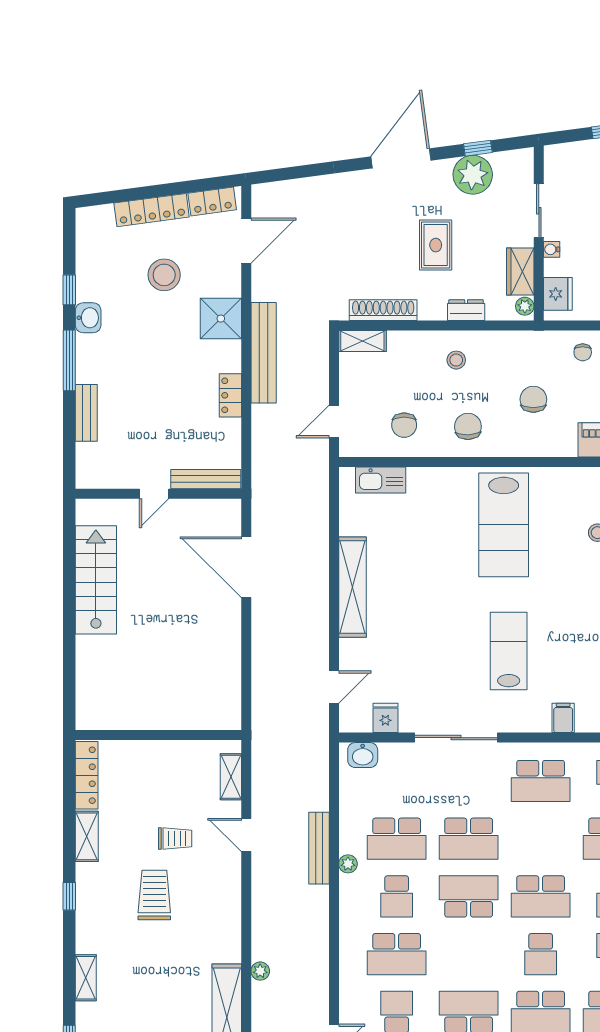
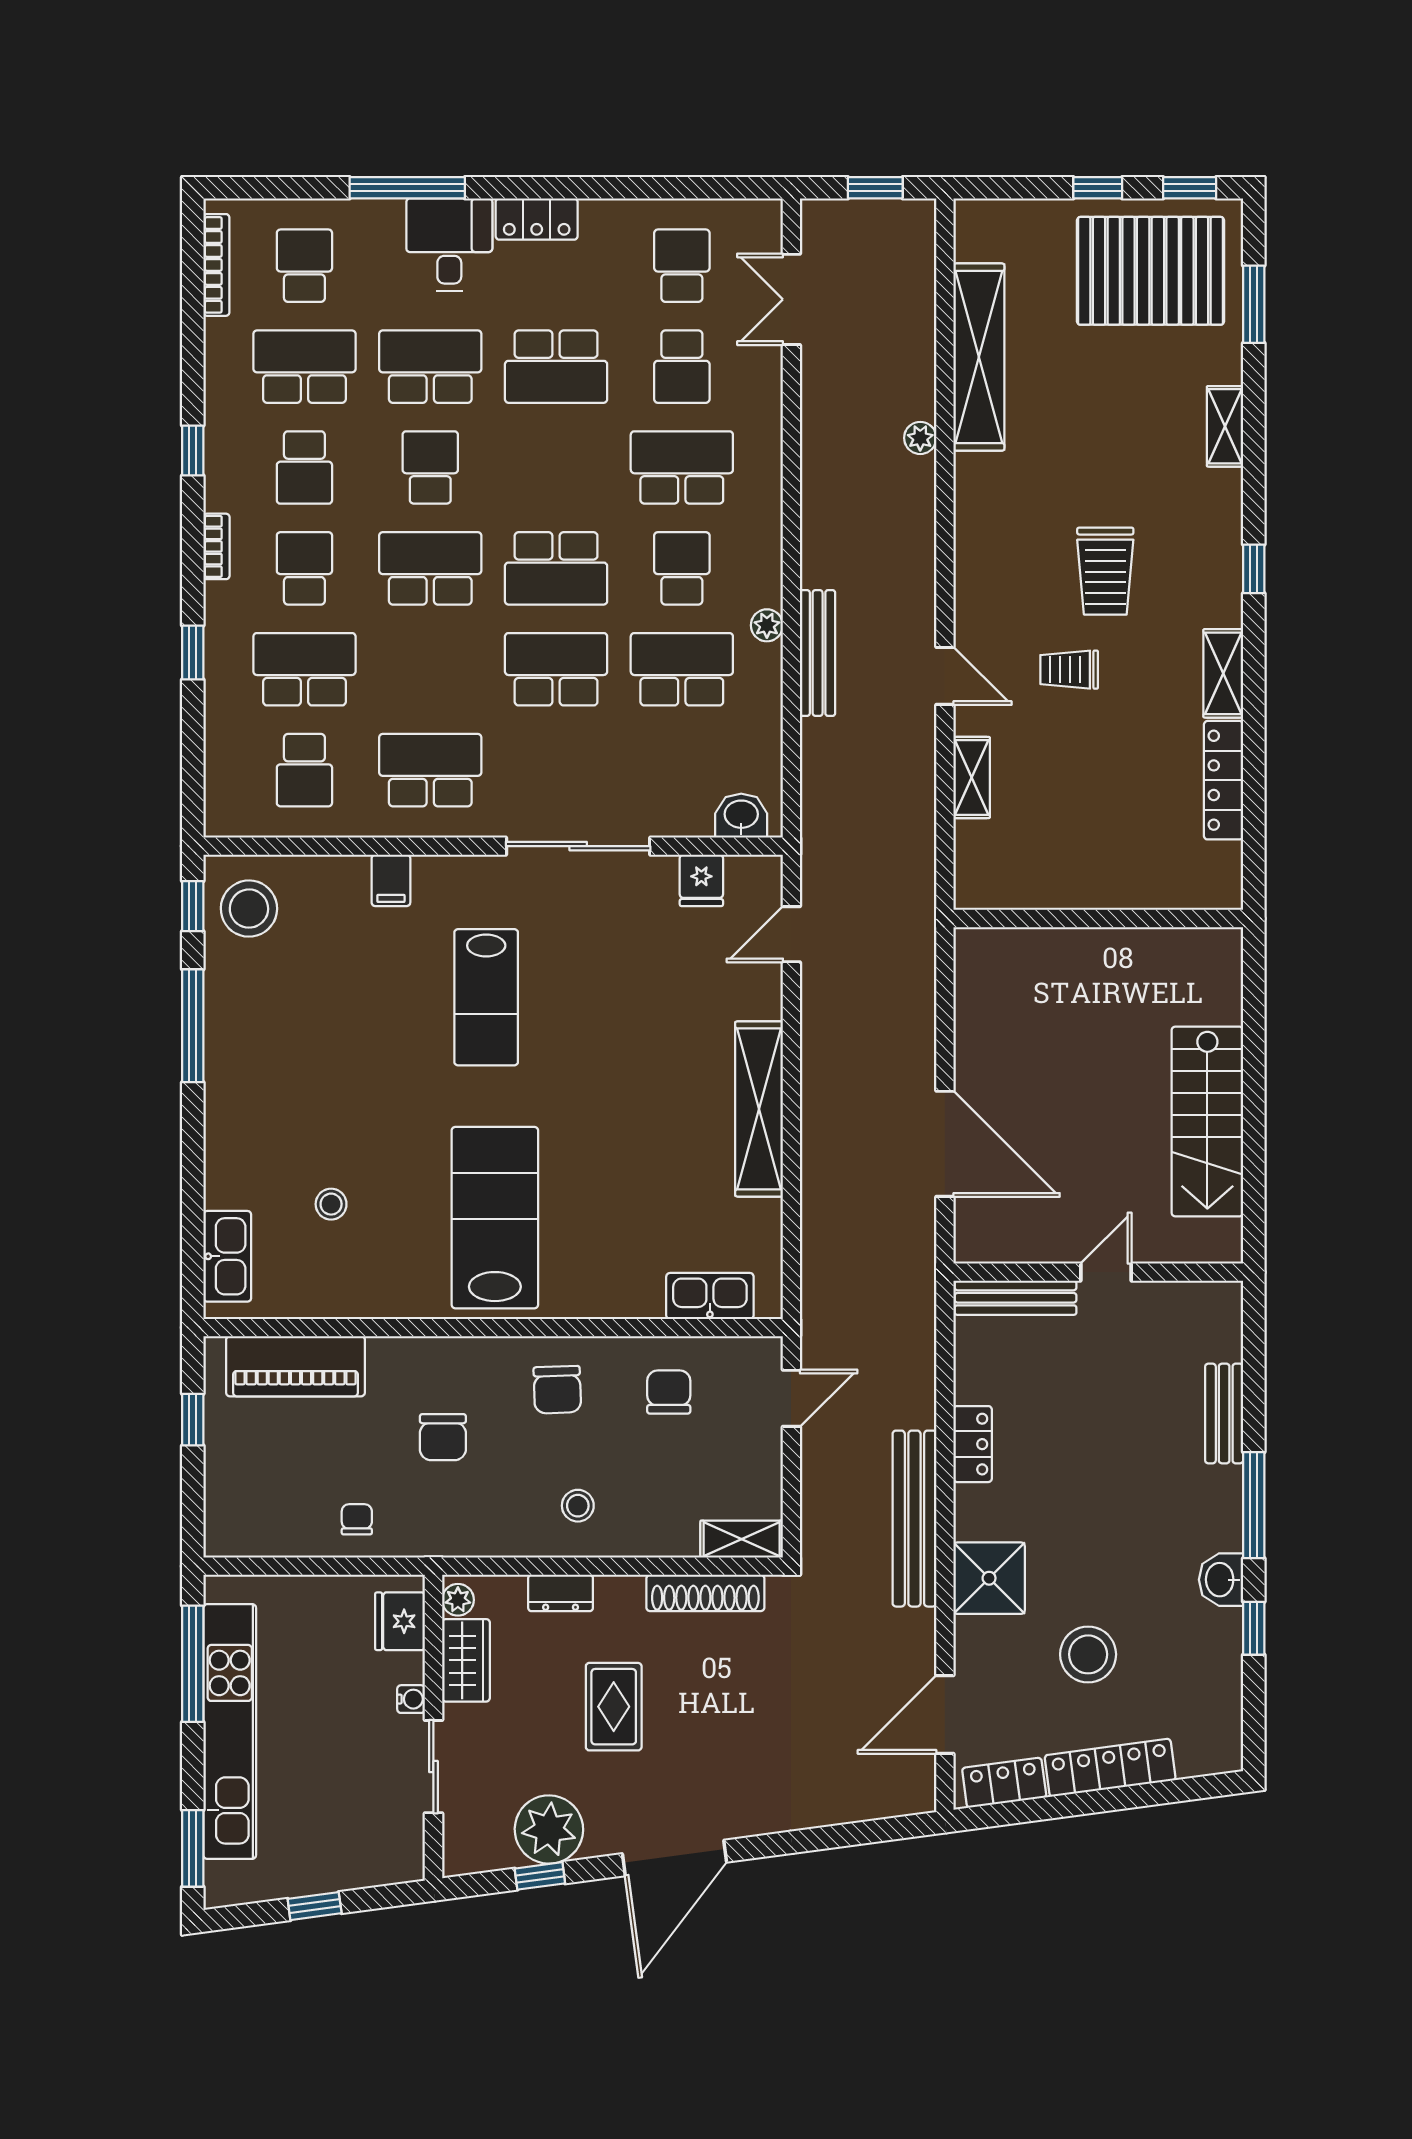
wall: (158, 735) -> (1098, 918), moved

